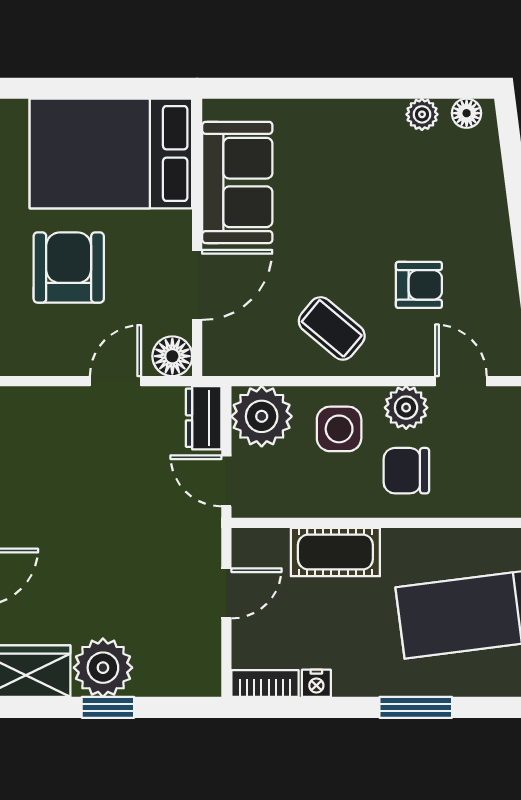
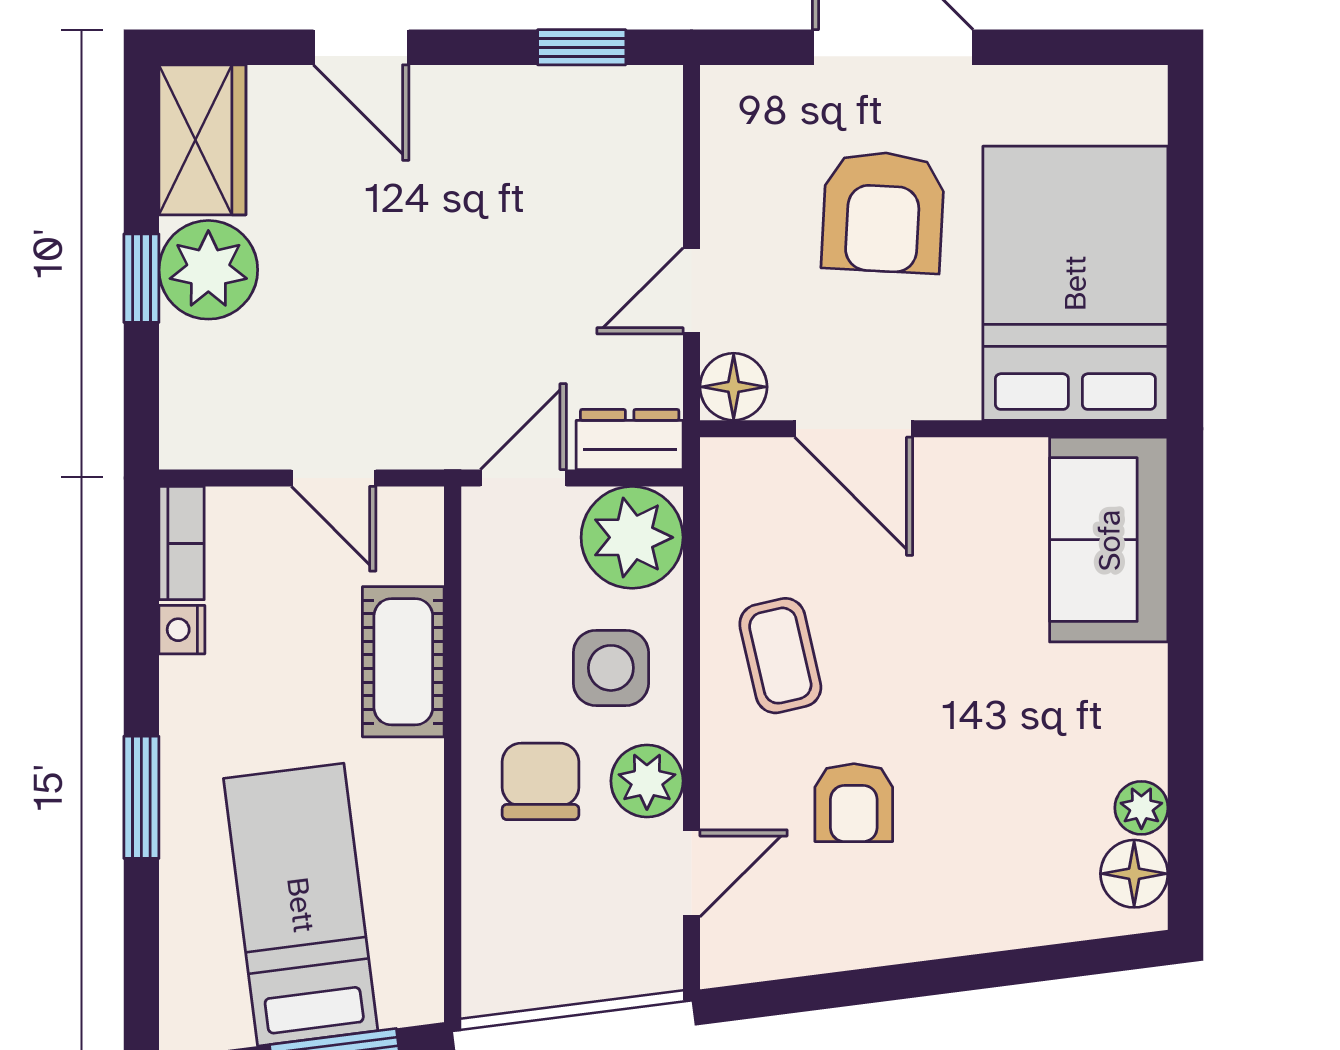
floor lamp: (467, 113) -> (1134, 874), width x1.37, depth x1.37
sofa: (237, 182) -> (1109, 540), moved, turned 90
armchair: (69, 268) -> (883, 212), turned 93
coffee table: (332, 328) -> (780, 656), turned -53
door: (115, 381) -> (692, 291), swing flipped

